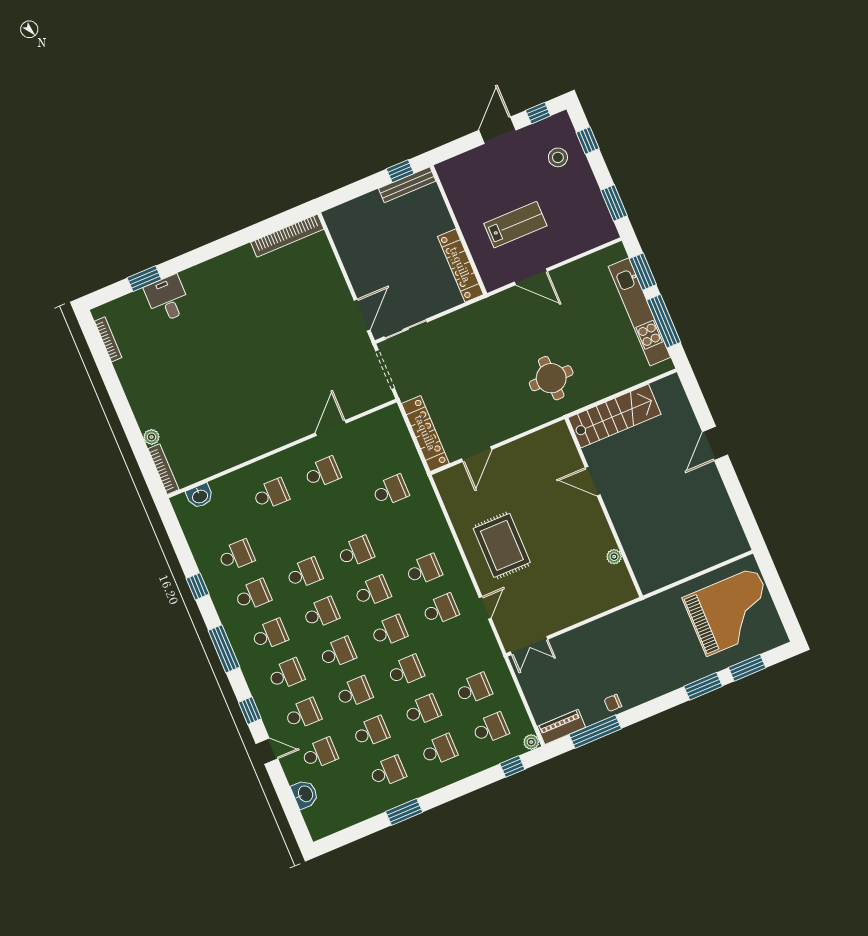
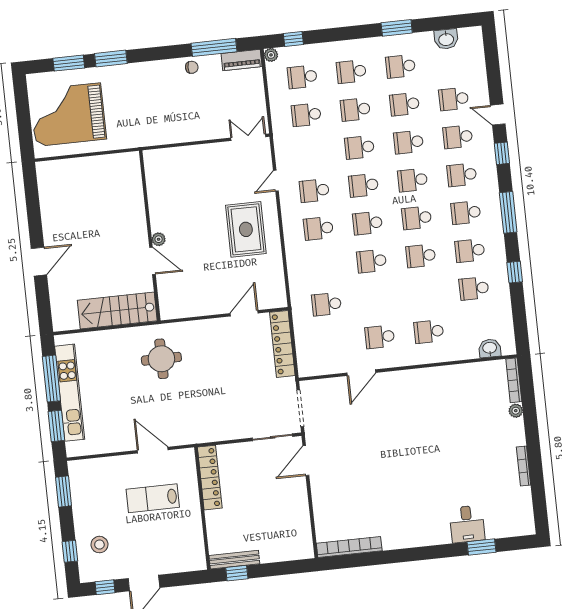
bookcase: (108, 339) -> (524, 466), moved
plant: (614, 557) -> (159, 239), moved
washbasin: (305, 794) -> (446, 39), moved, turned -90

